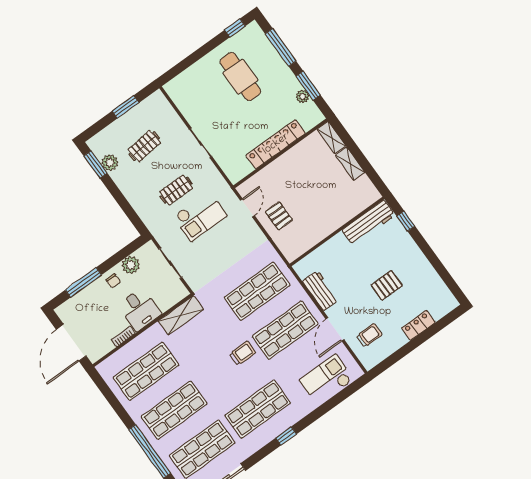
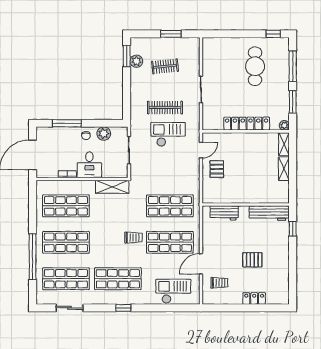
plant: (302, 96) -> (284, 125), moved
clothes rail: (176, 190) -> (165, 108), width x1.36
checkout: (200, 216) -> (168, 134), turned 180
workbench: (321, 291) -> (224, 213), moved, turned 90

